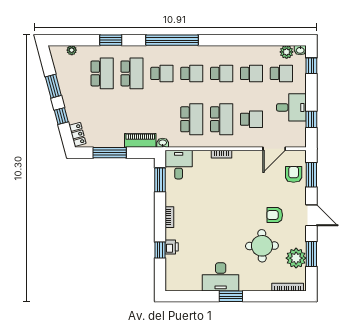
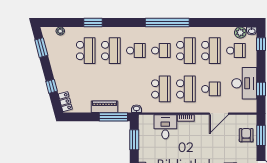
window: (172, 40) -> (167, 23), moved
school desk: (222, 73) -> (186, 51), width x1.85
school desk: (251, 73) -> (211, 51), width x1.85
window: (53, 86) -> (41, 48), moved
desk: (291, 107) -> (244, 83), width x1.37
piano: (140, 140) -> (105, 107), moved
door: (274, 149) -> (219, 114), moved
window: (110, 153) -> (113, 117), moved
desk: (179, 165) -> (165, 127), moved

